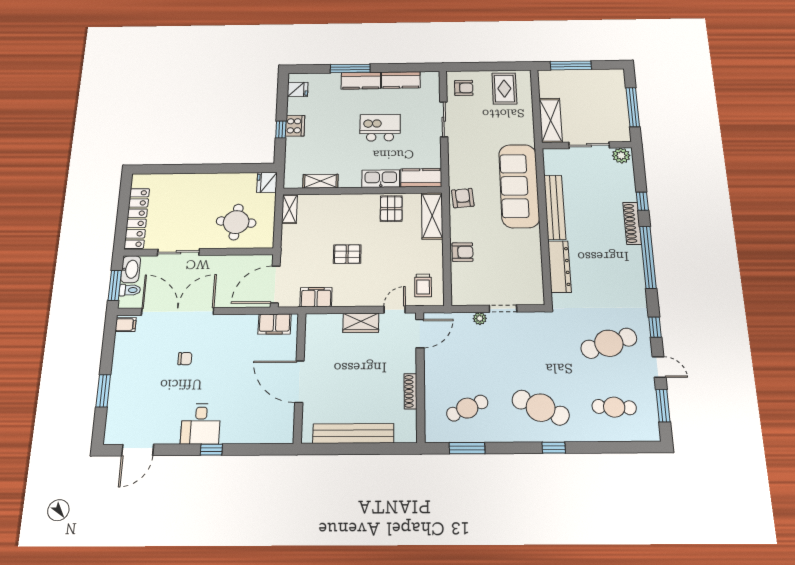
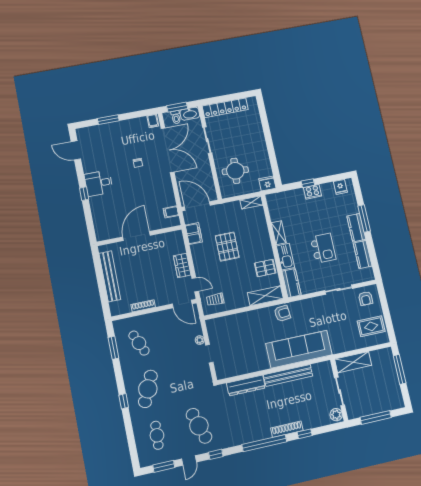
shelving: (320, 181) -> (279, 233), moved
armchair: (462, 252) -> (243, 320), removed
pallet: (347, 254) -> (227, 247), width x1.50, depth x1.42
filing cabinet: (275, 324) -> (171, 212), width x0.50

